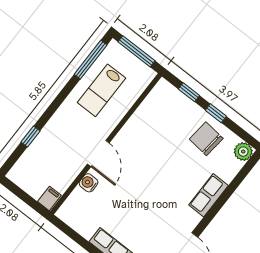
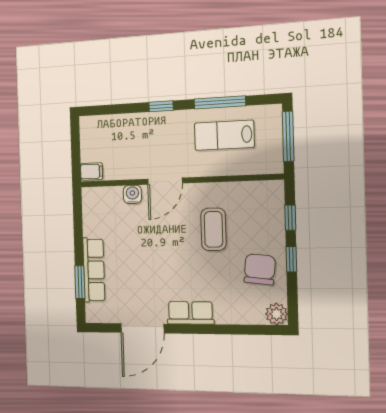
window: (91, 60) -> (220, 102), moved
window: (30, 137) -> (161, 106), moved
coffee table: (156, 147) -> (213, 229), added
row of seats: (208, 195) -> (190, 313), moved

